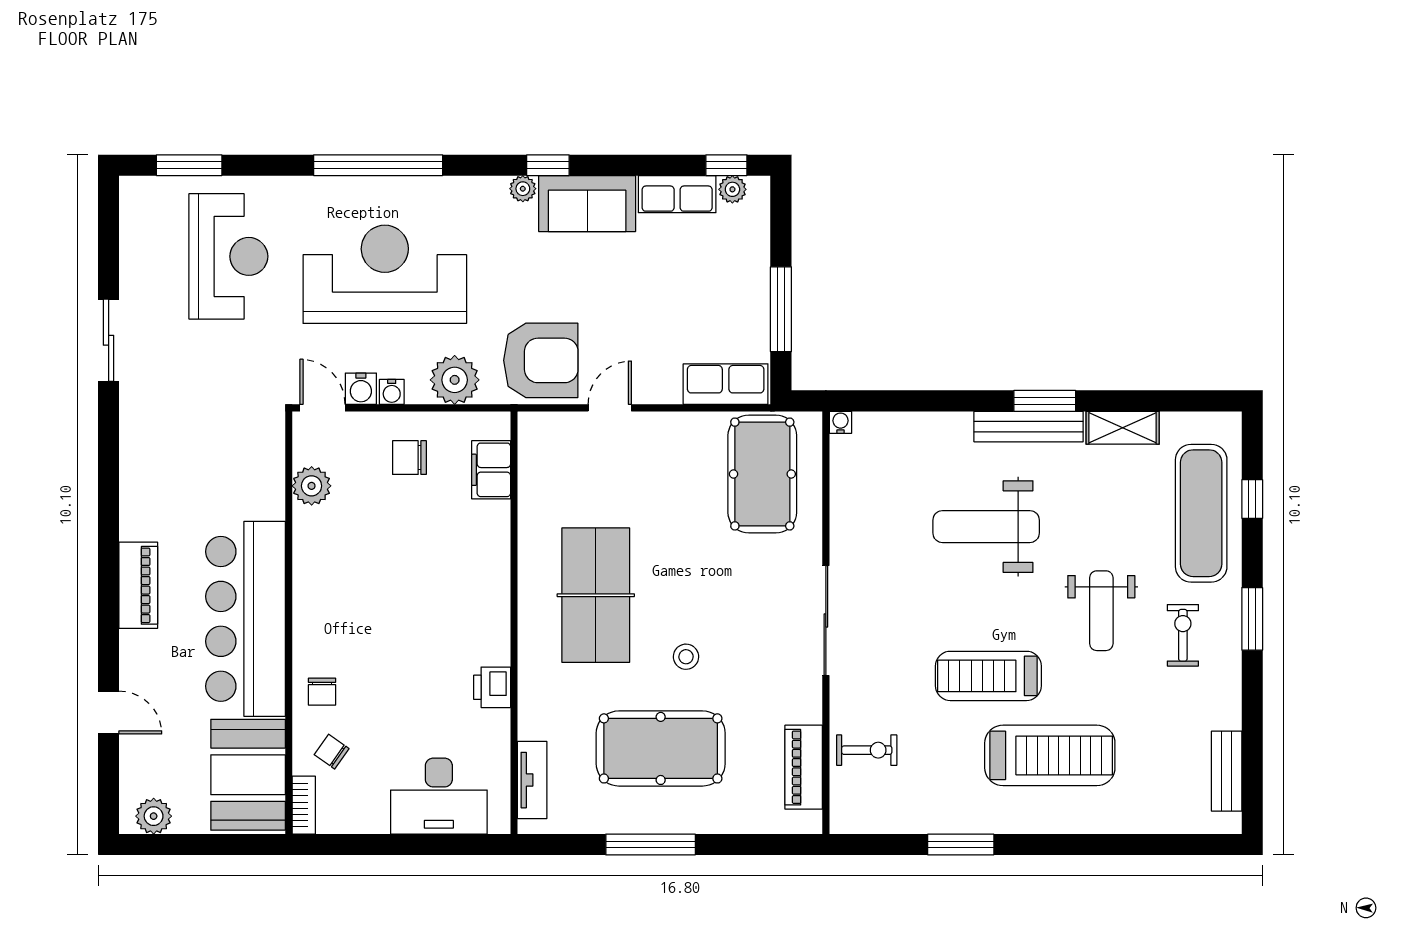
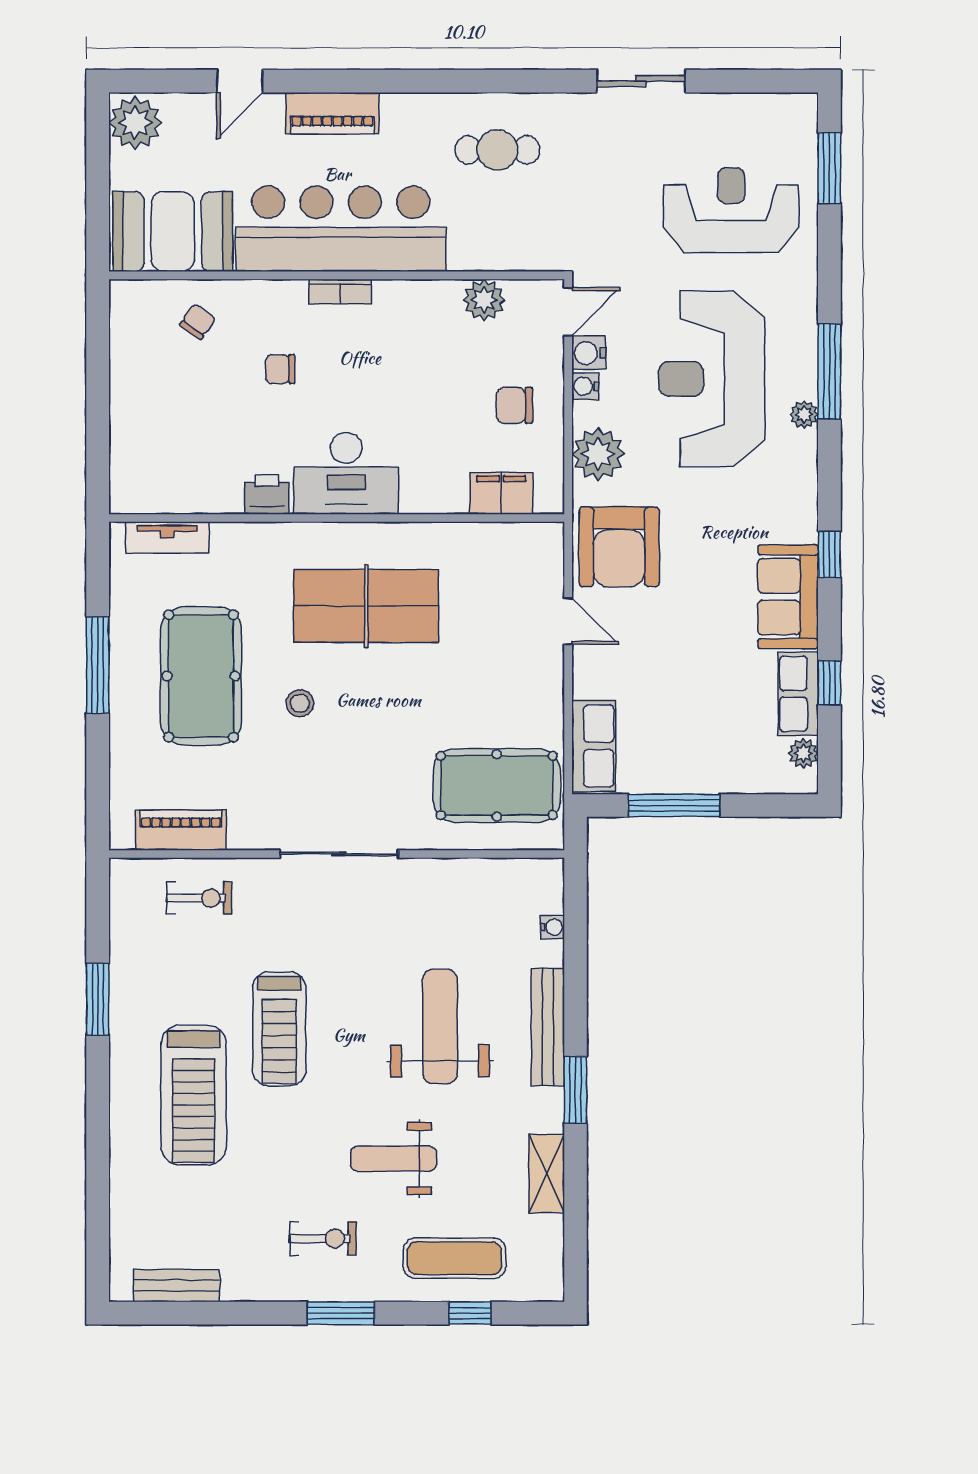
window: (378, 165) -> (829, 372), width x0.68
window: (726, 165) -> (829, 683), moved
plant: (523, 189) -> (804, 414), moved
reception desk: (228, 256) -> (731, 210), turned 180
reception desk: (385, 274) -> (712, 379), turned 180
water cooler: (840, 422) -> (552, 927), moved
bench: (1029, 427) -> (548, 1027), moved
chair: (409, 458) -> (514, 405), turned -90
cafe table: (172, 473) -> (497, 150), added
exercise mat: (1201, 513) -> (454, 1258), width x0.73, depth x0.69
piano: (138, 585) -> (332, 113), moved
weight bench: (1101, 611) -> (393, 1159), moved
treadmill: (988, 676) -> (279, 1029), turned 180
chair: (322, 692) -> (280, 369), moved
exercise bike: (867, 750) -> (199, 898), turned -90
desk: (439, 796) -> (346, 473), moved, turned -90
bookcase: (304, 805) -> (340, 292), moved
plant: (154, 816) -> (135, 123), width x1.36, depth x1.36

